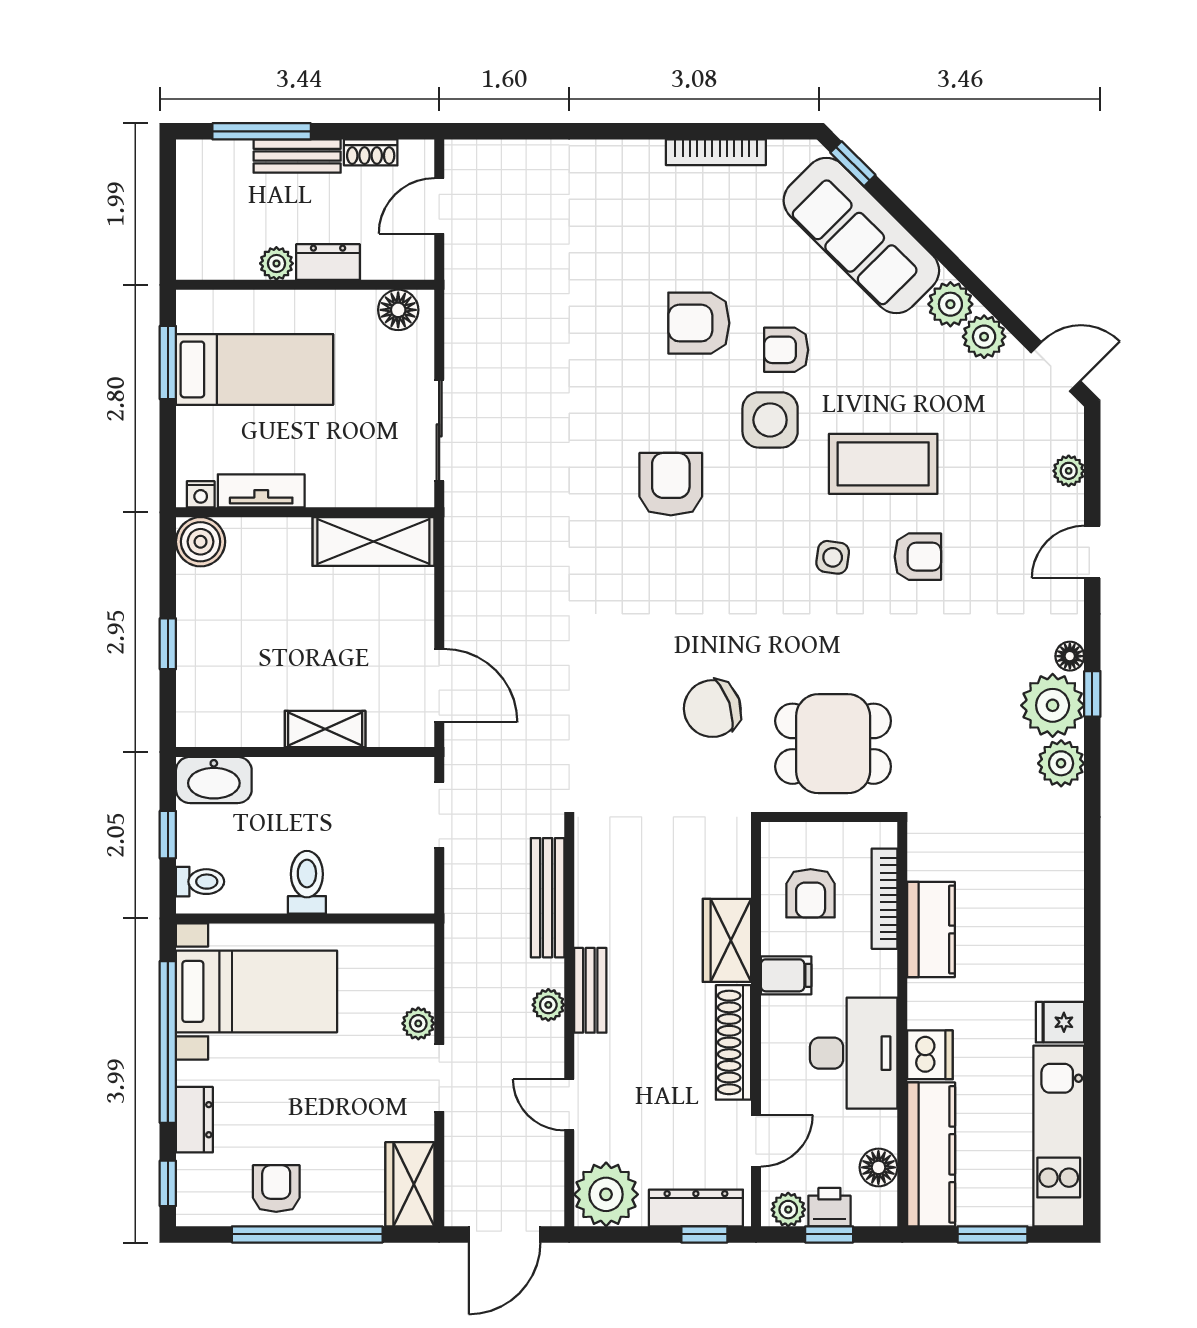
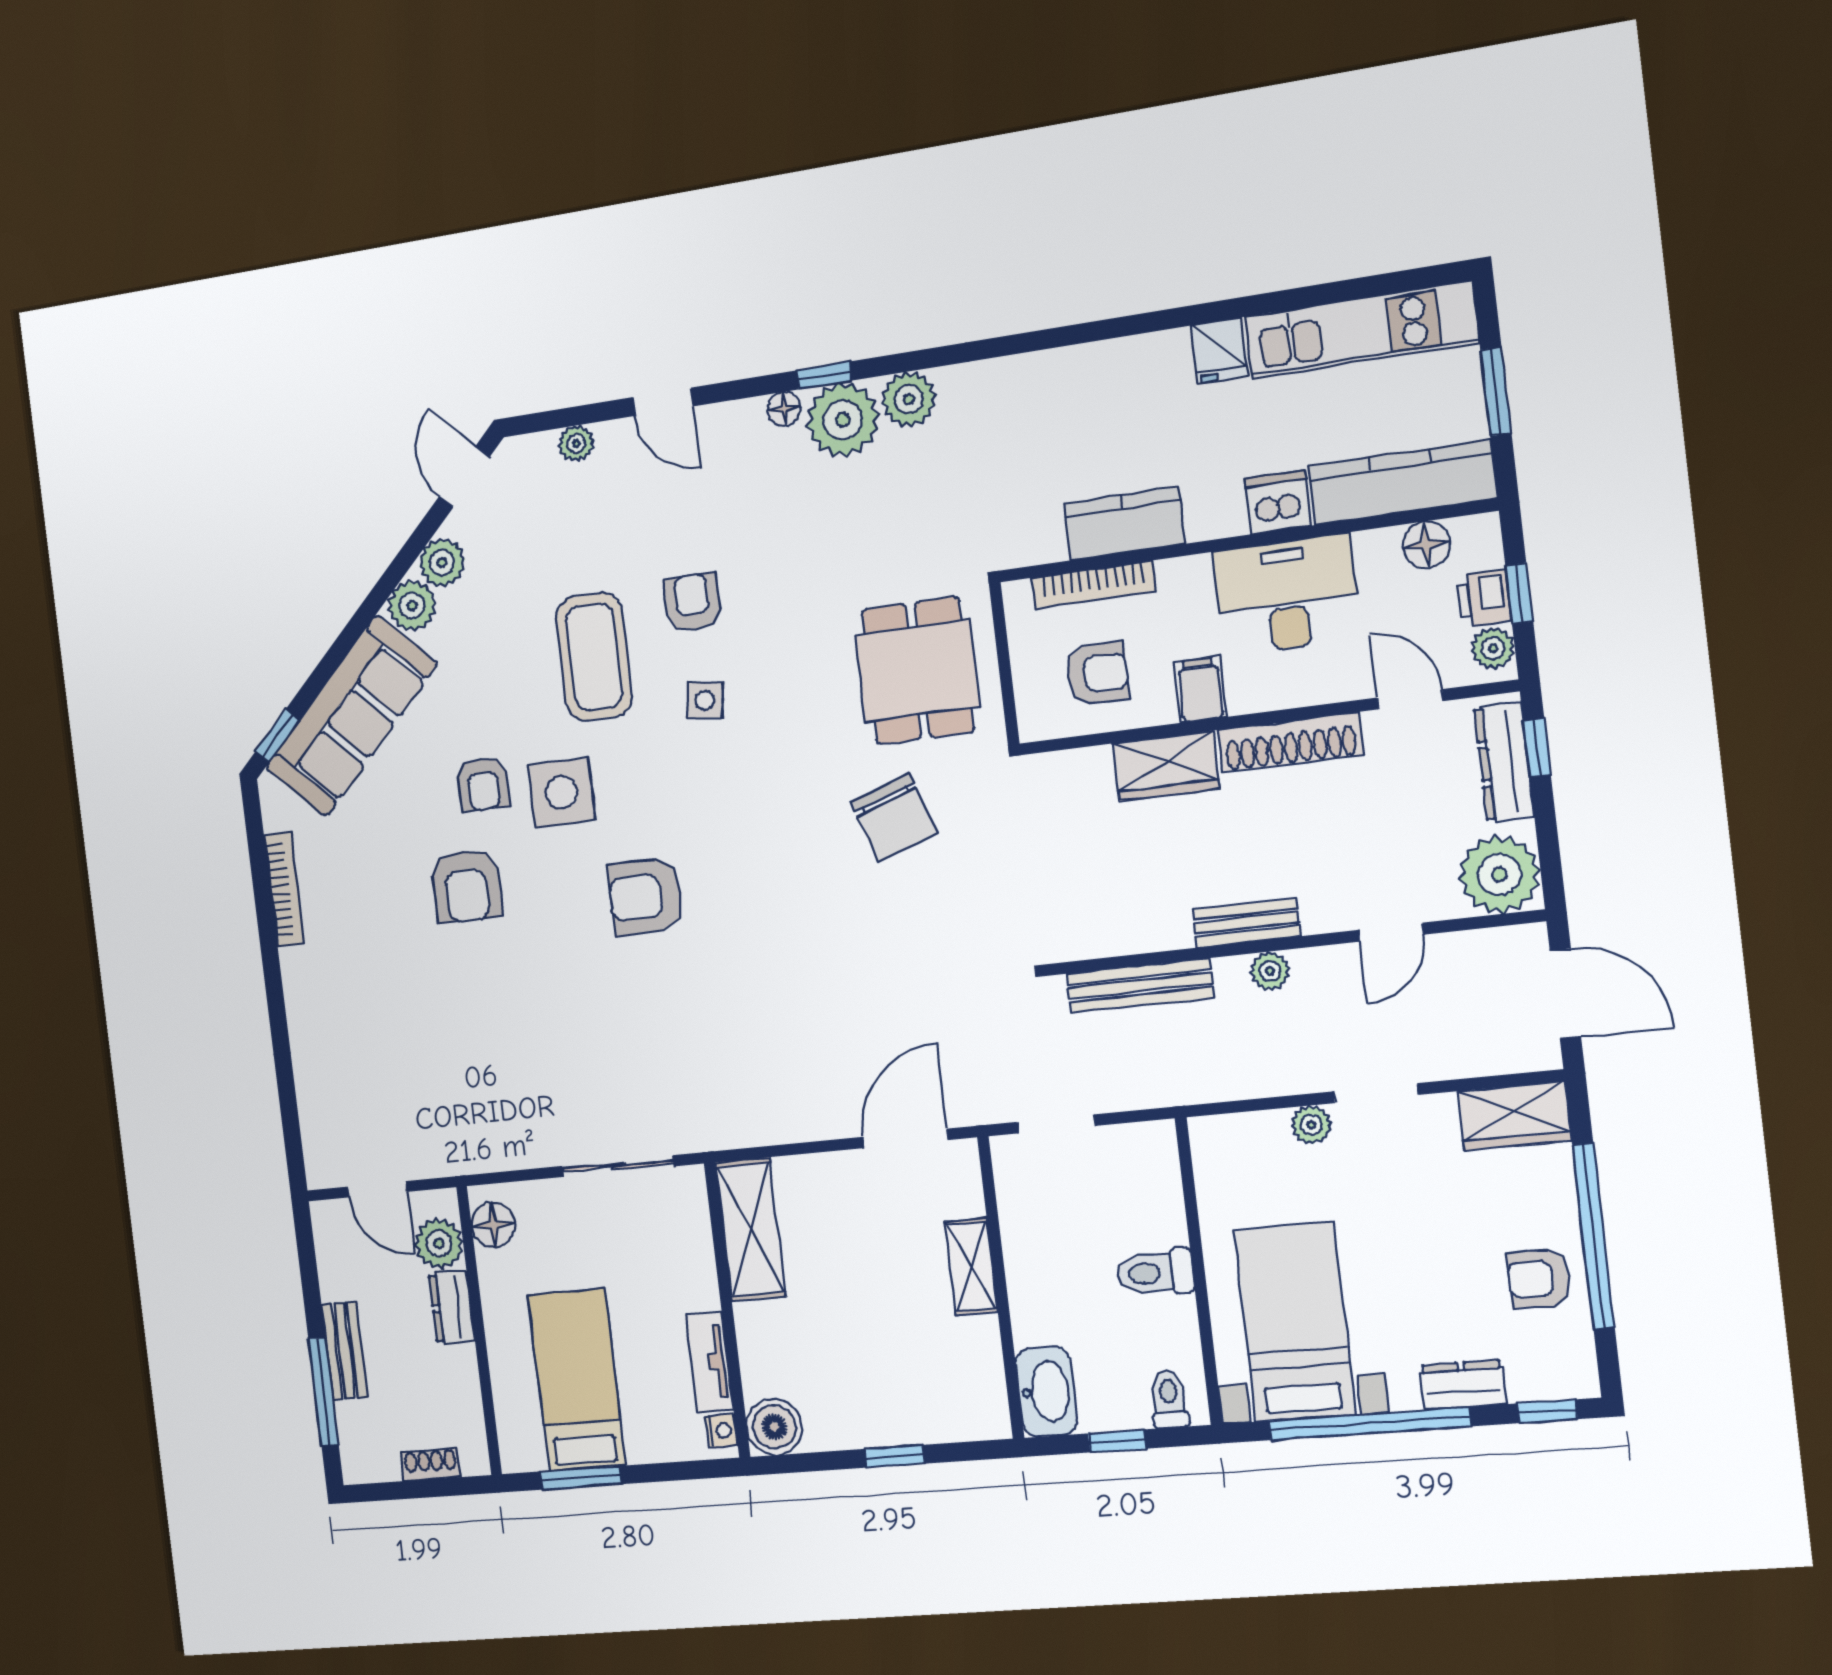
shoe rack: (371, 152) -> (431, 1465), moved, turned -90
plant: (276, 263) -> (439, 1244), moved, width x1.38, depth x1.38

